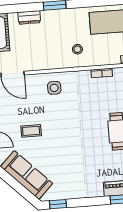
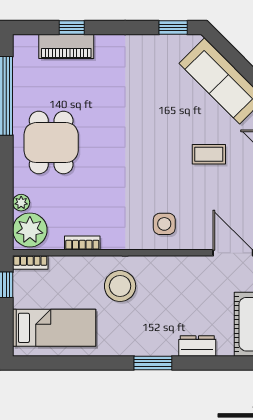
stool: (77, 49) -> (120, 286), width x1.89, depth x1.89

